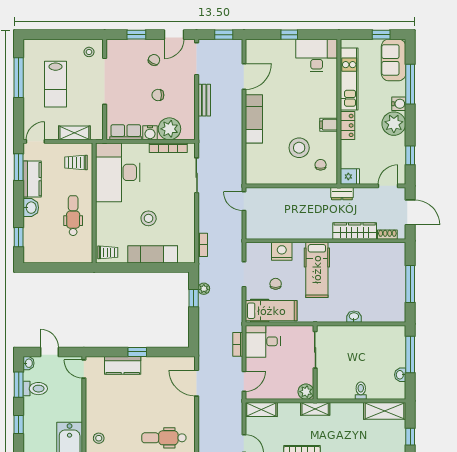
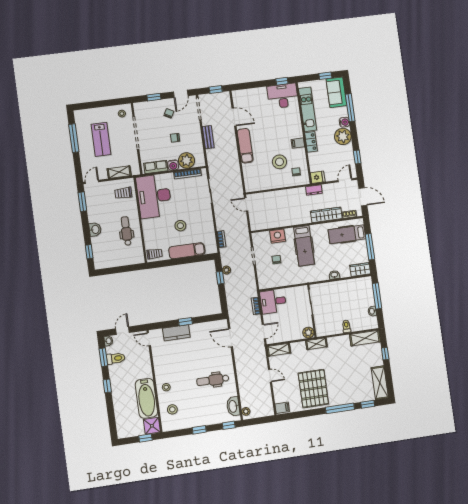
window: (289, 35) -> (282, 81), moved
door: (244, 77) -> (234, 117), hinge flipped
kitchen counter: (32, 179) -> (93, 209), removed
hospital bed: (271, 311) -> (347, 234), moved, turned 180
wardrobe: (392, 314) -> (360, 270), added
door: (49, 352) -> (123, 331), hinge flipped

